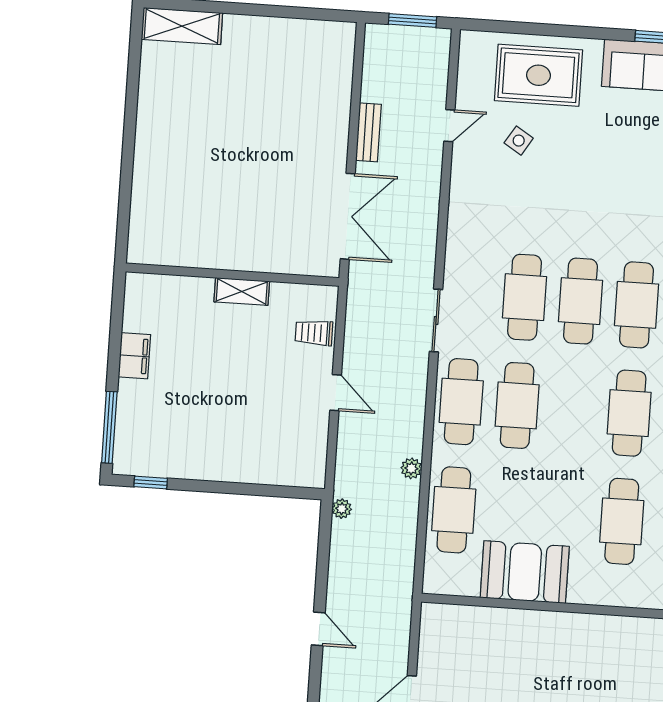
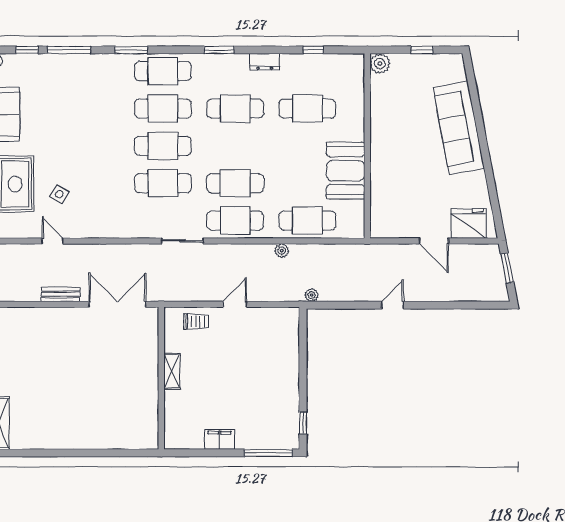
trolley: (314, 333) -> (196, 321), turned -90

